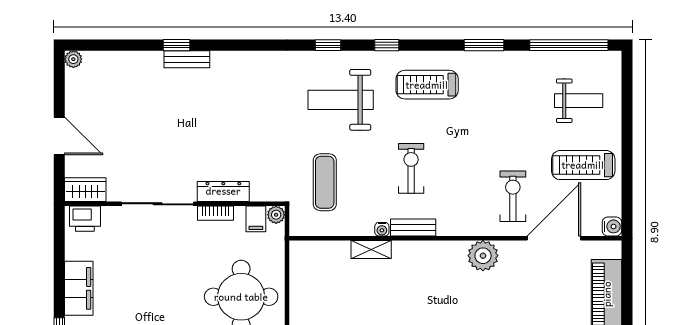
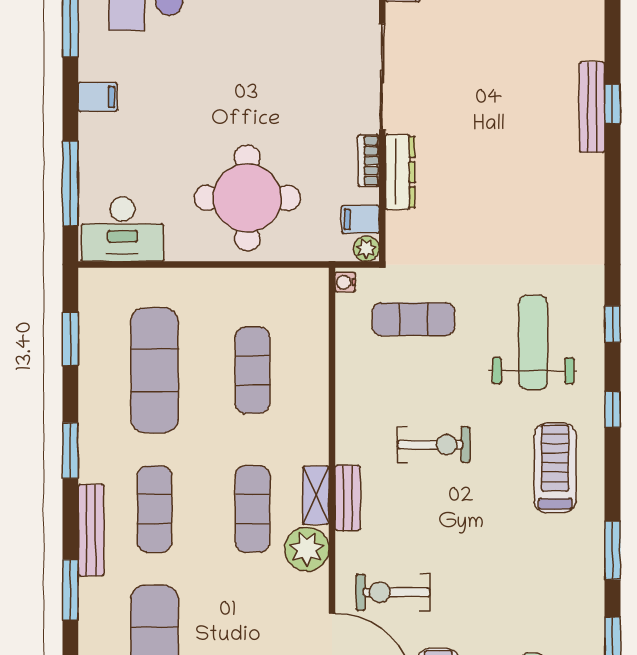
bench: (187, 59) -> (592, 107), width x1.36
exercise bike: (513, 196) -> (393, 592), turned 180
bench: (413, 228) -> (348, 498), moved
water cooler: (382, 229) -> (345, 282), moved
shelving: (371, 250) -> (316, 495), moved
exercise mat: (360, 293) -> (253, 370), added
exercise mat: (455, 293) -> (253, 509), added

